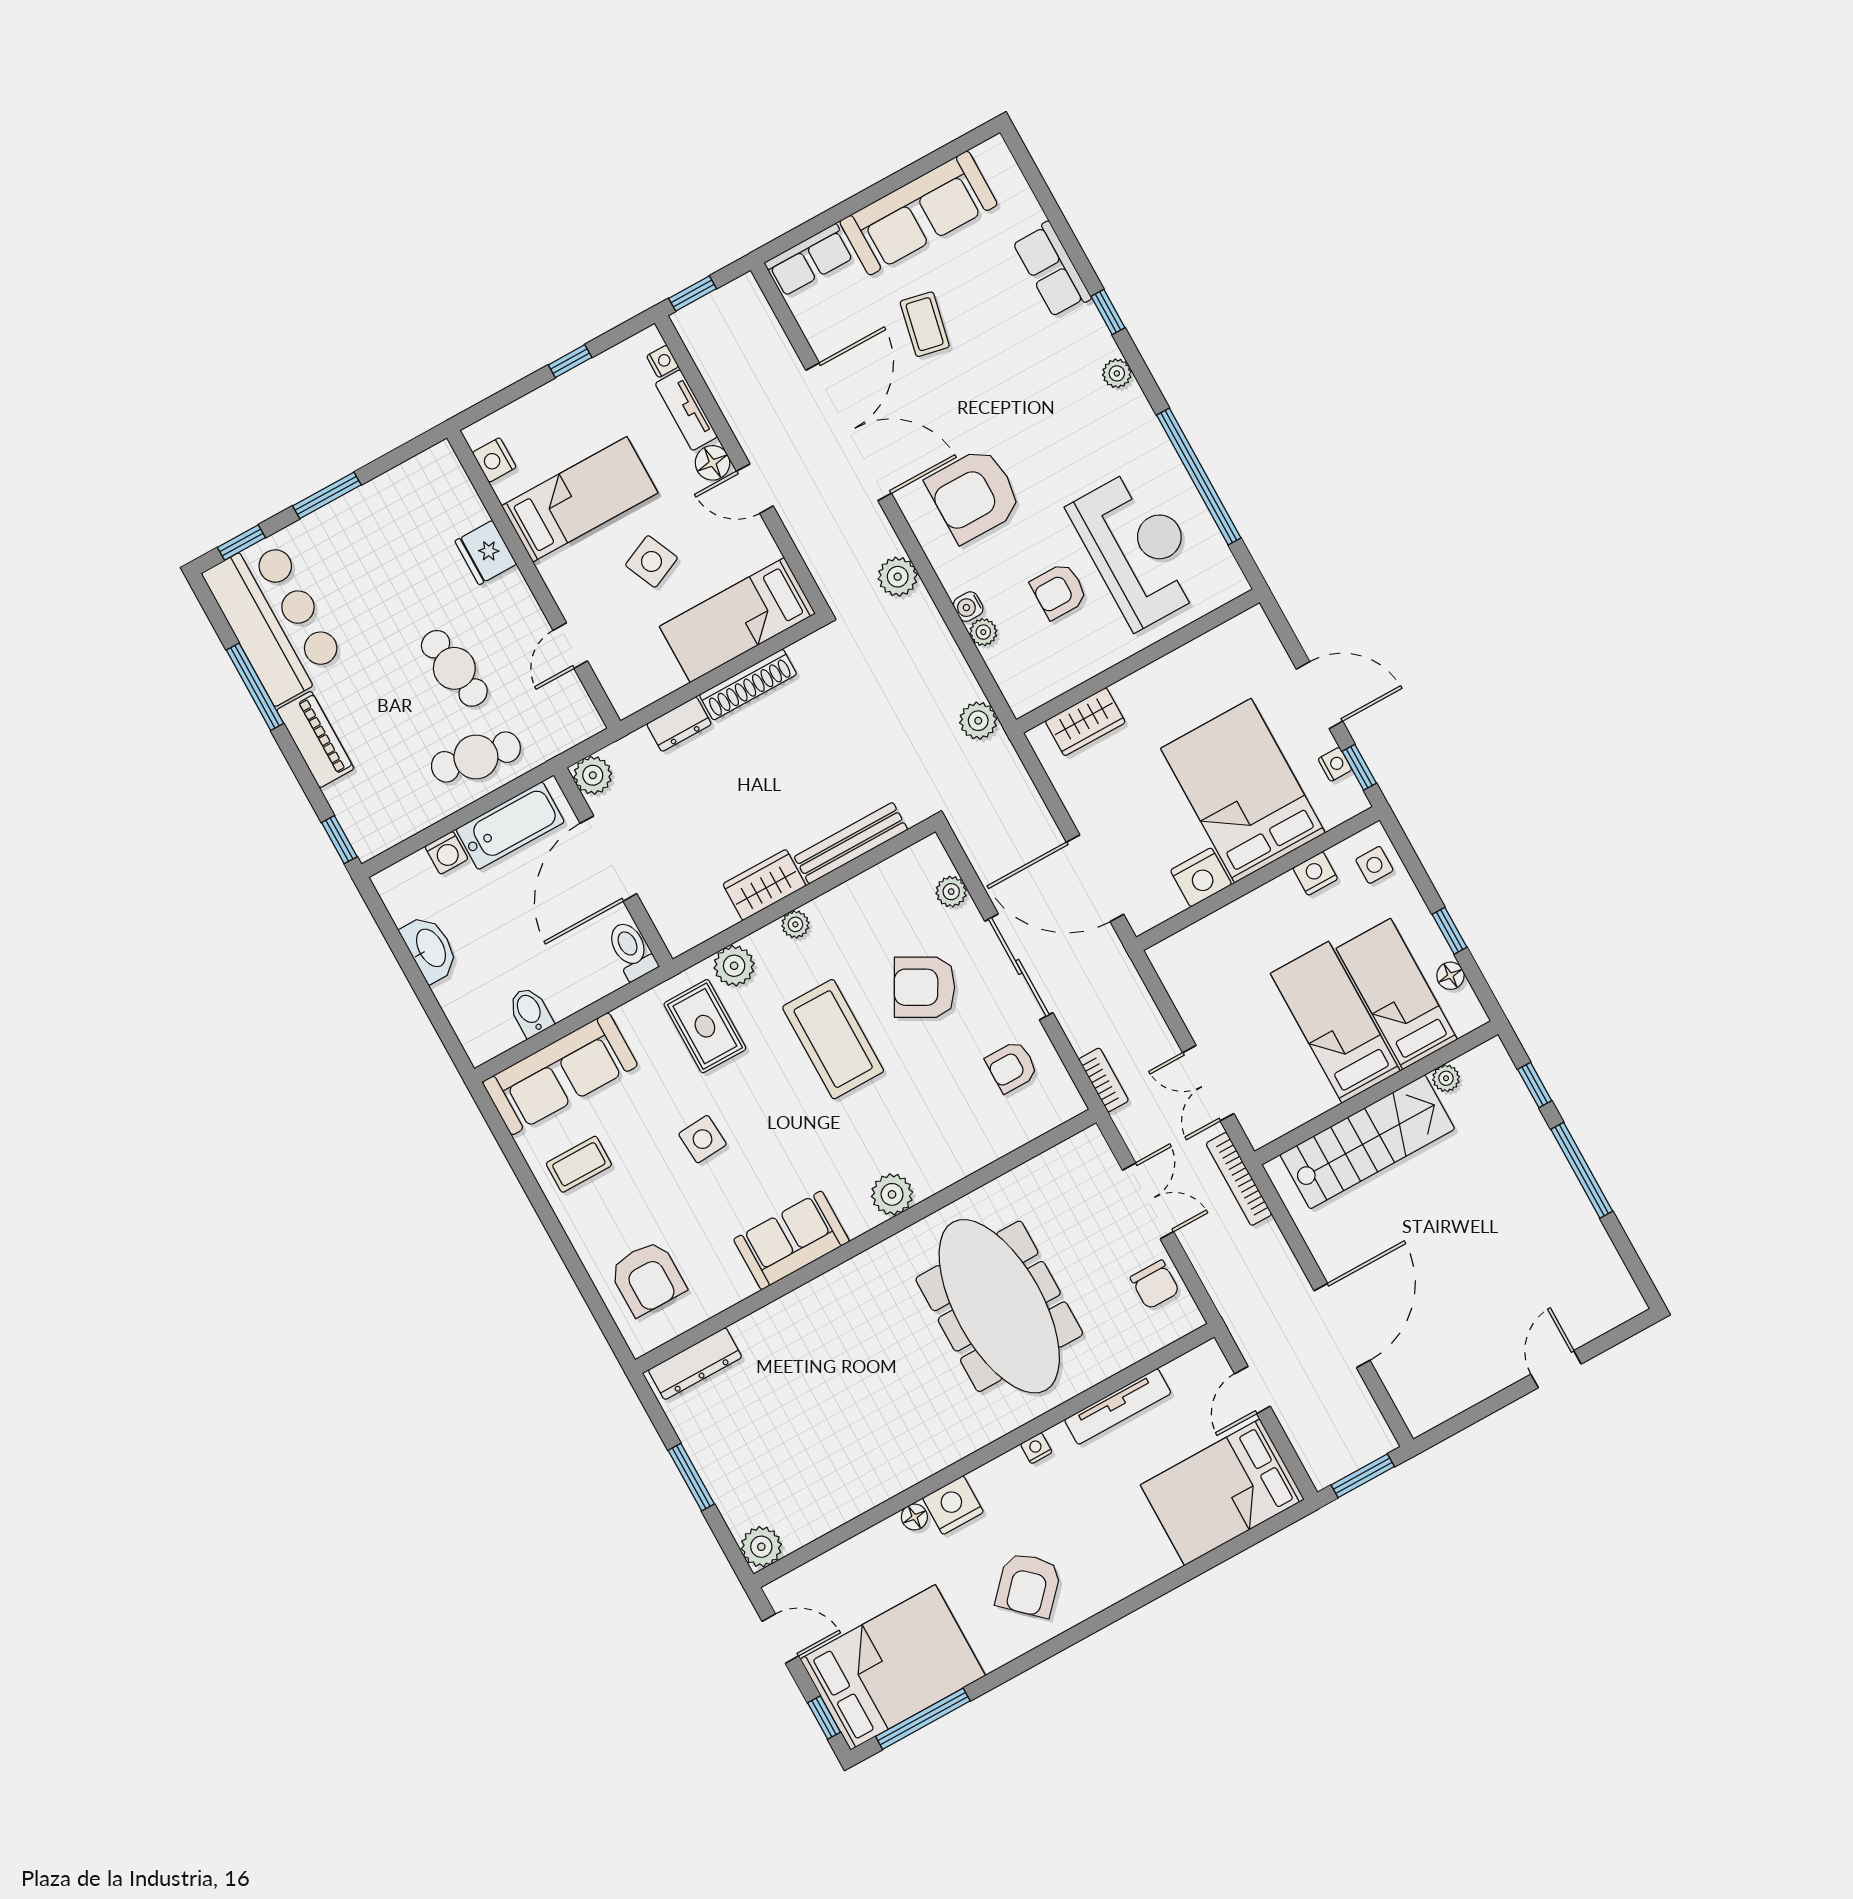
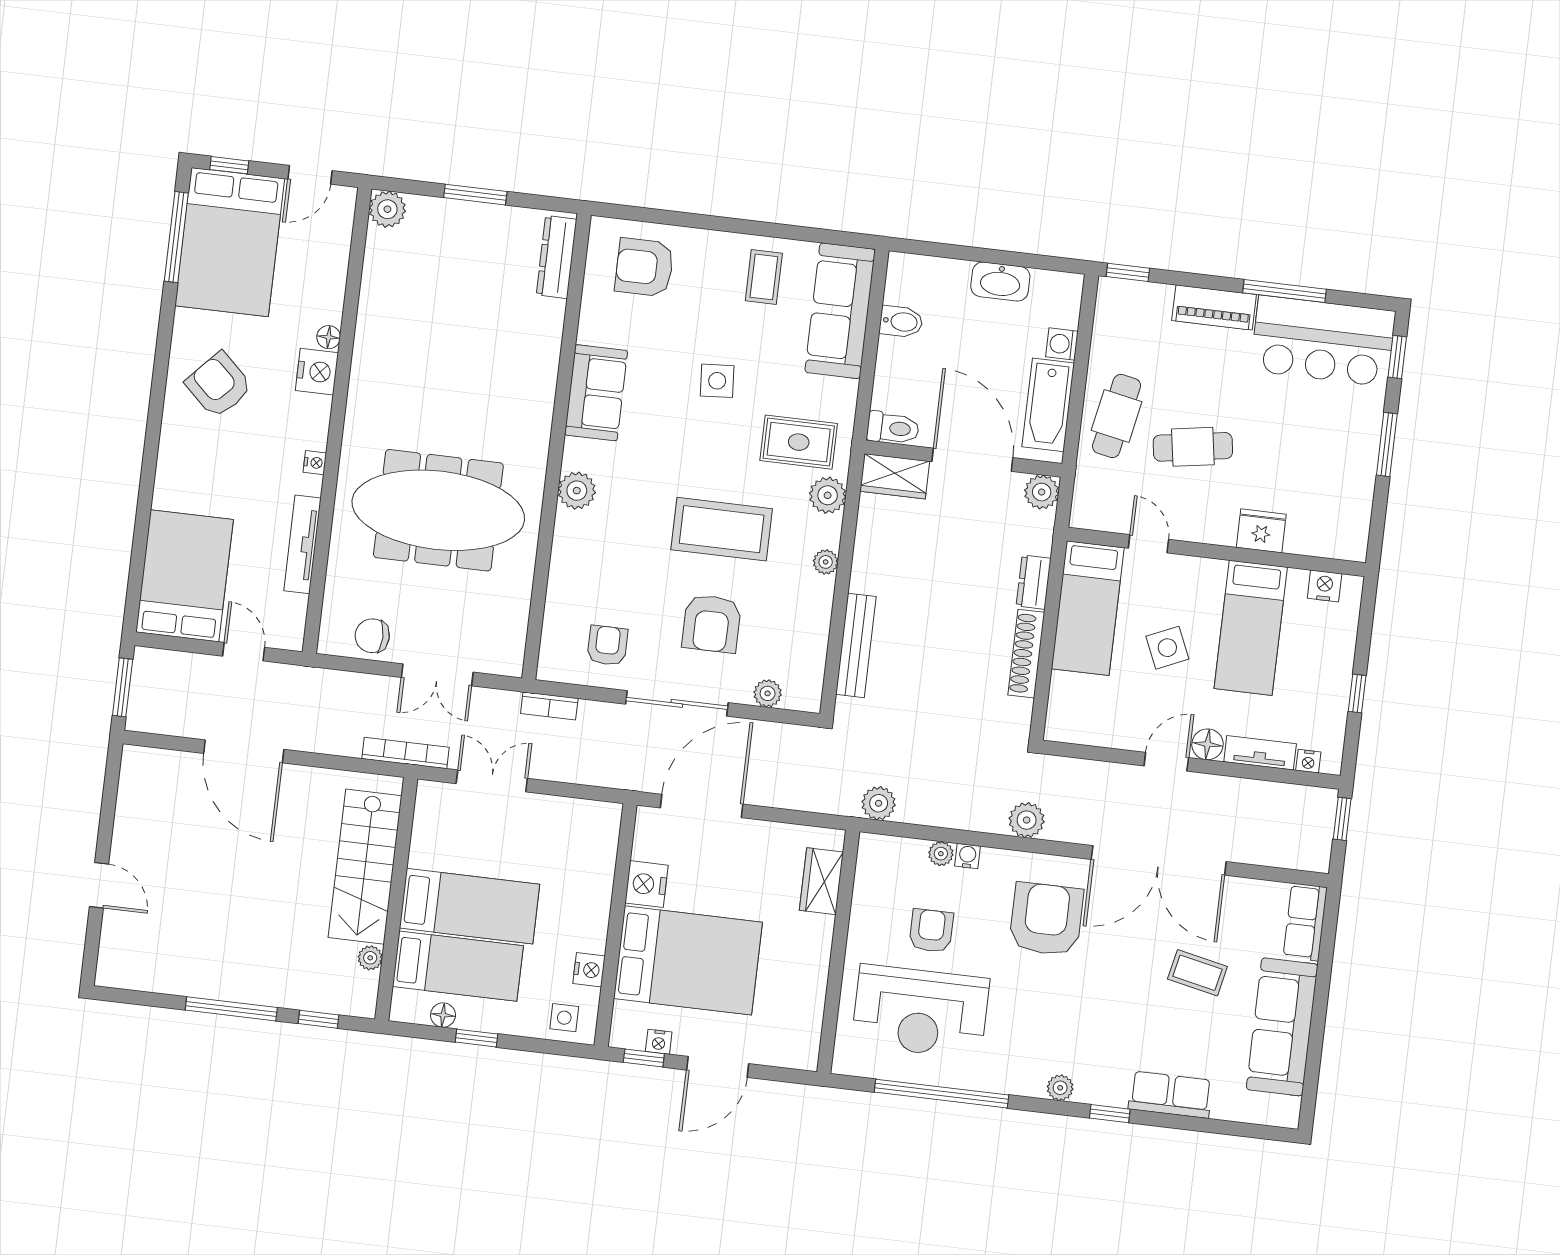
bed: (737, 620) -> (1088, 608), moved, turned 180
wardrobe: (764, 885) -> (895, 476), moved, turned 90
armchair: (924, 987) -> (712, 624), turned 151

